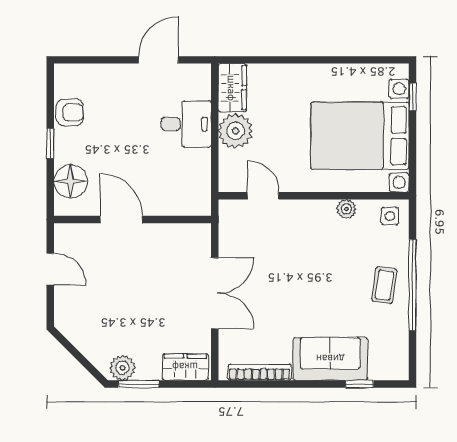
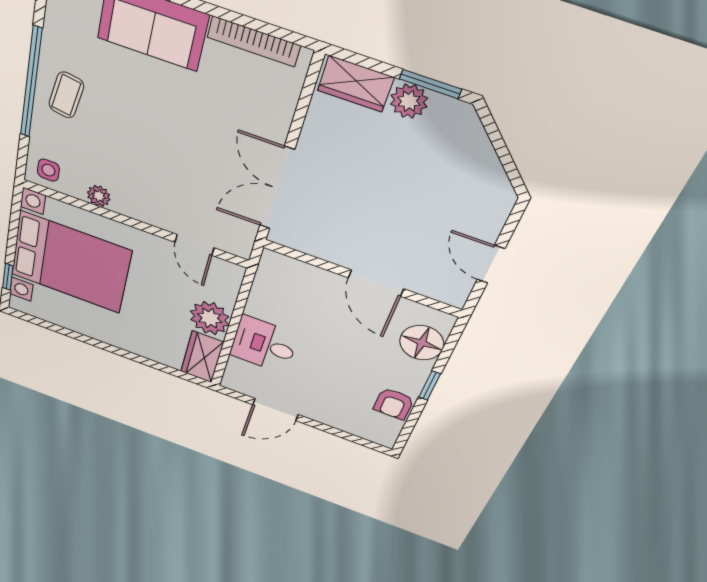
armchair: (70, 112) -> (394, 404), turned -90
double door: (215, 293) -> (277, 188), moved
plant: (123, 368) -> (409, 101), moved

